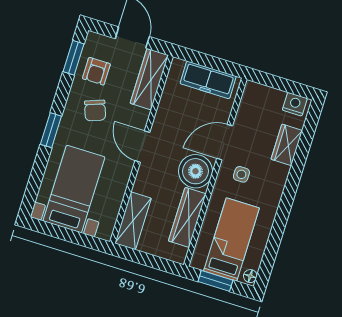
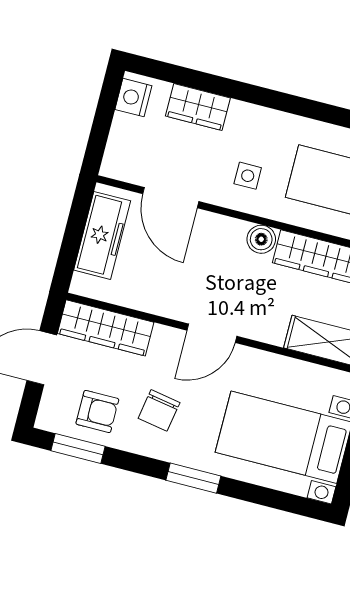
chair: (95, 110) -> (159, 410), turned 120
door: (225, 142) -> (171, 198), moved
boiler: (195, 171) -> (261, 239), width x0.54, depth x0.54

